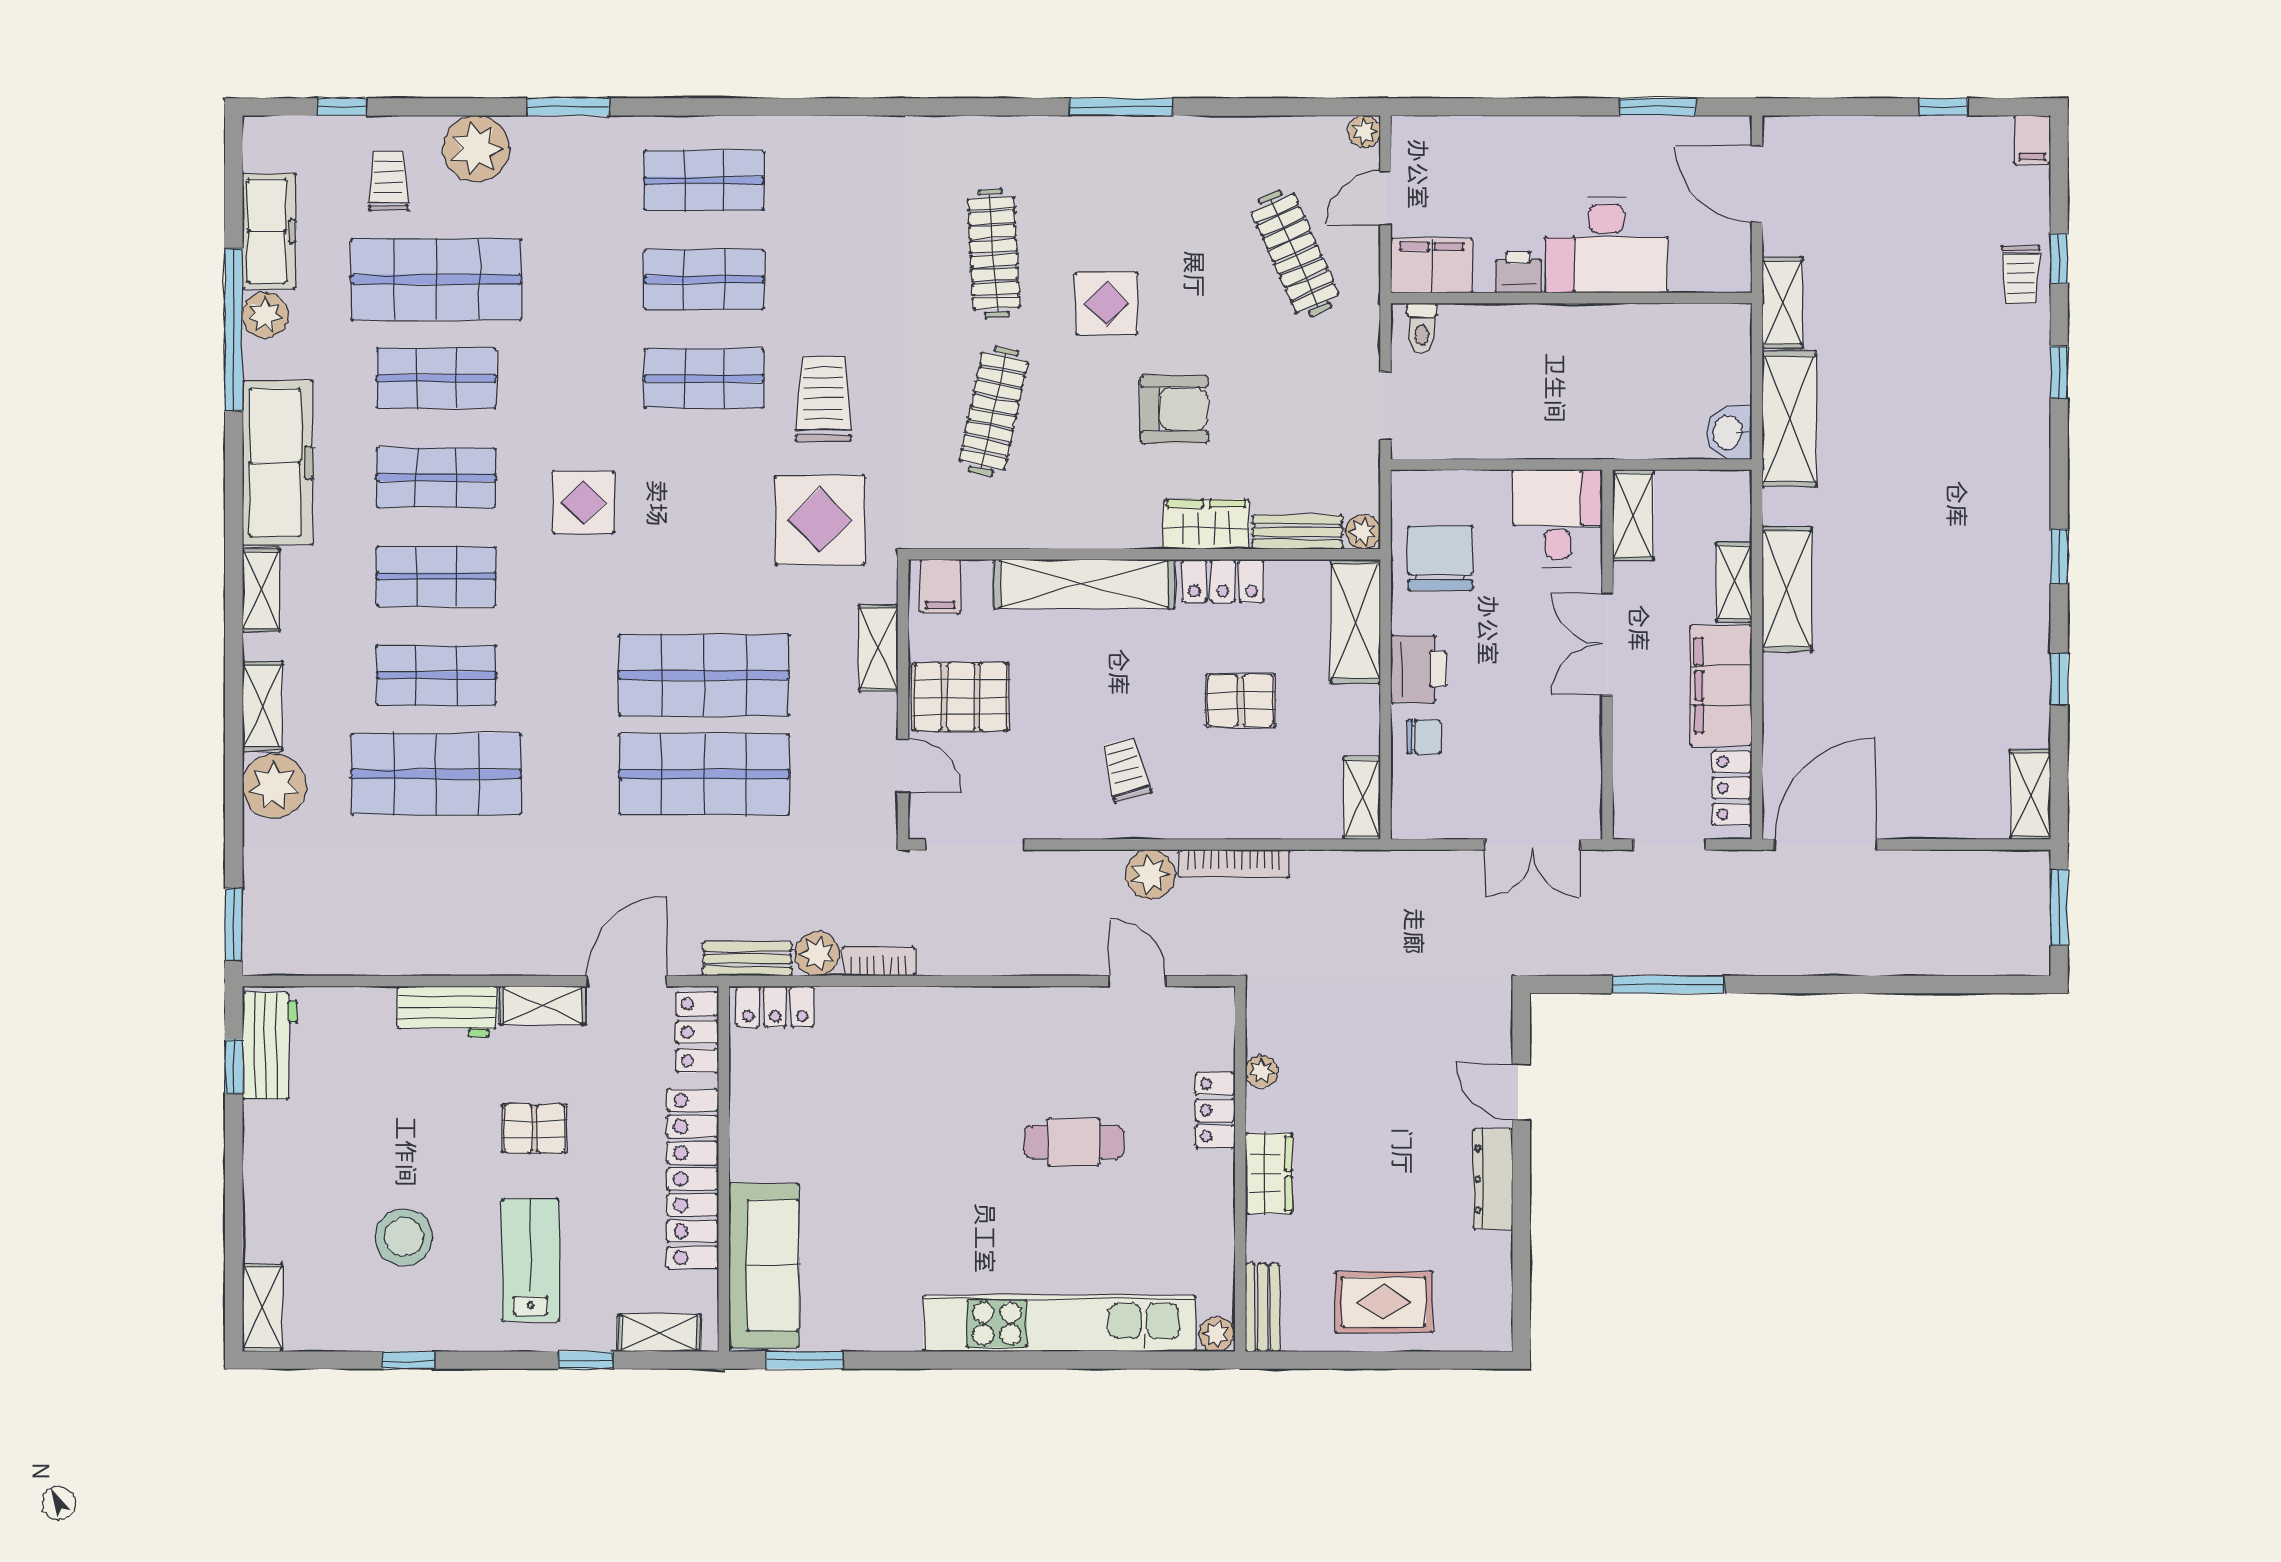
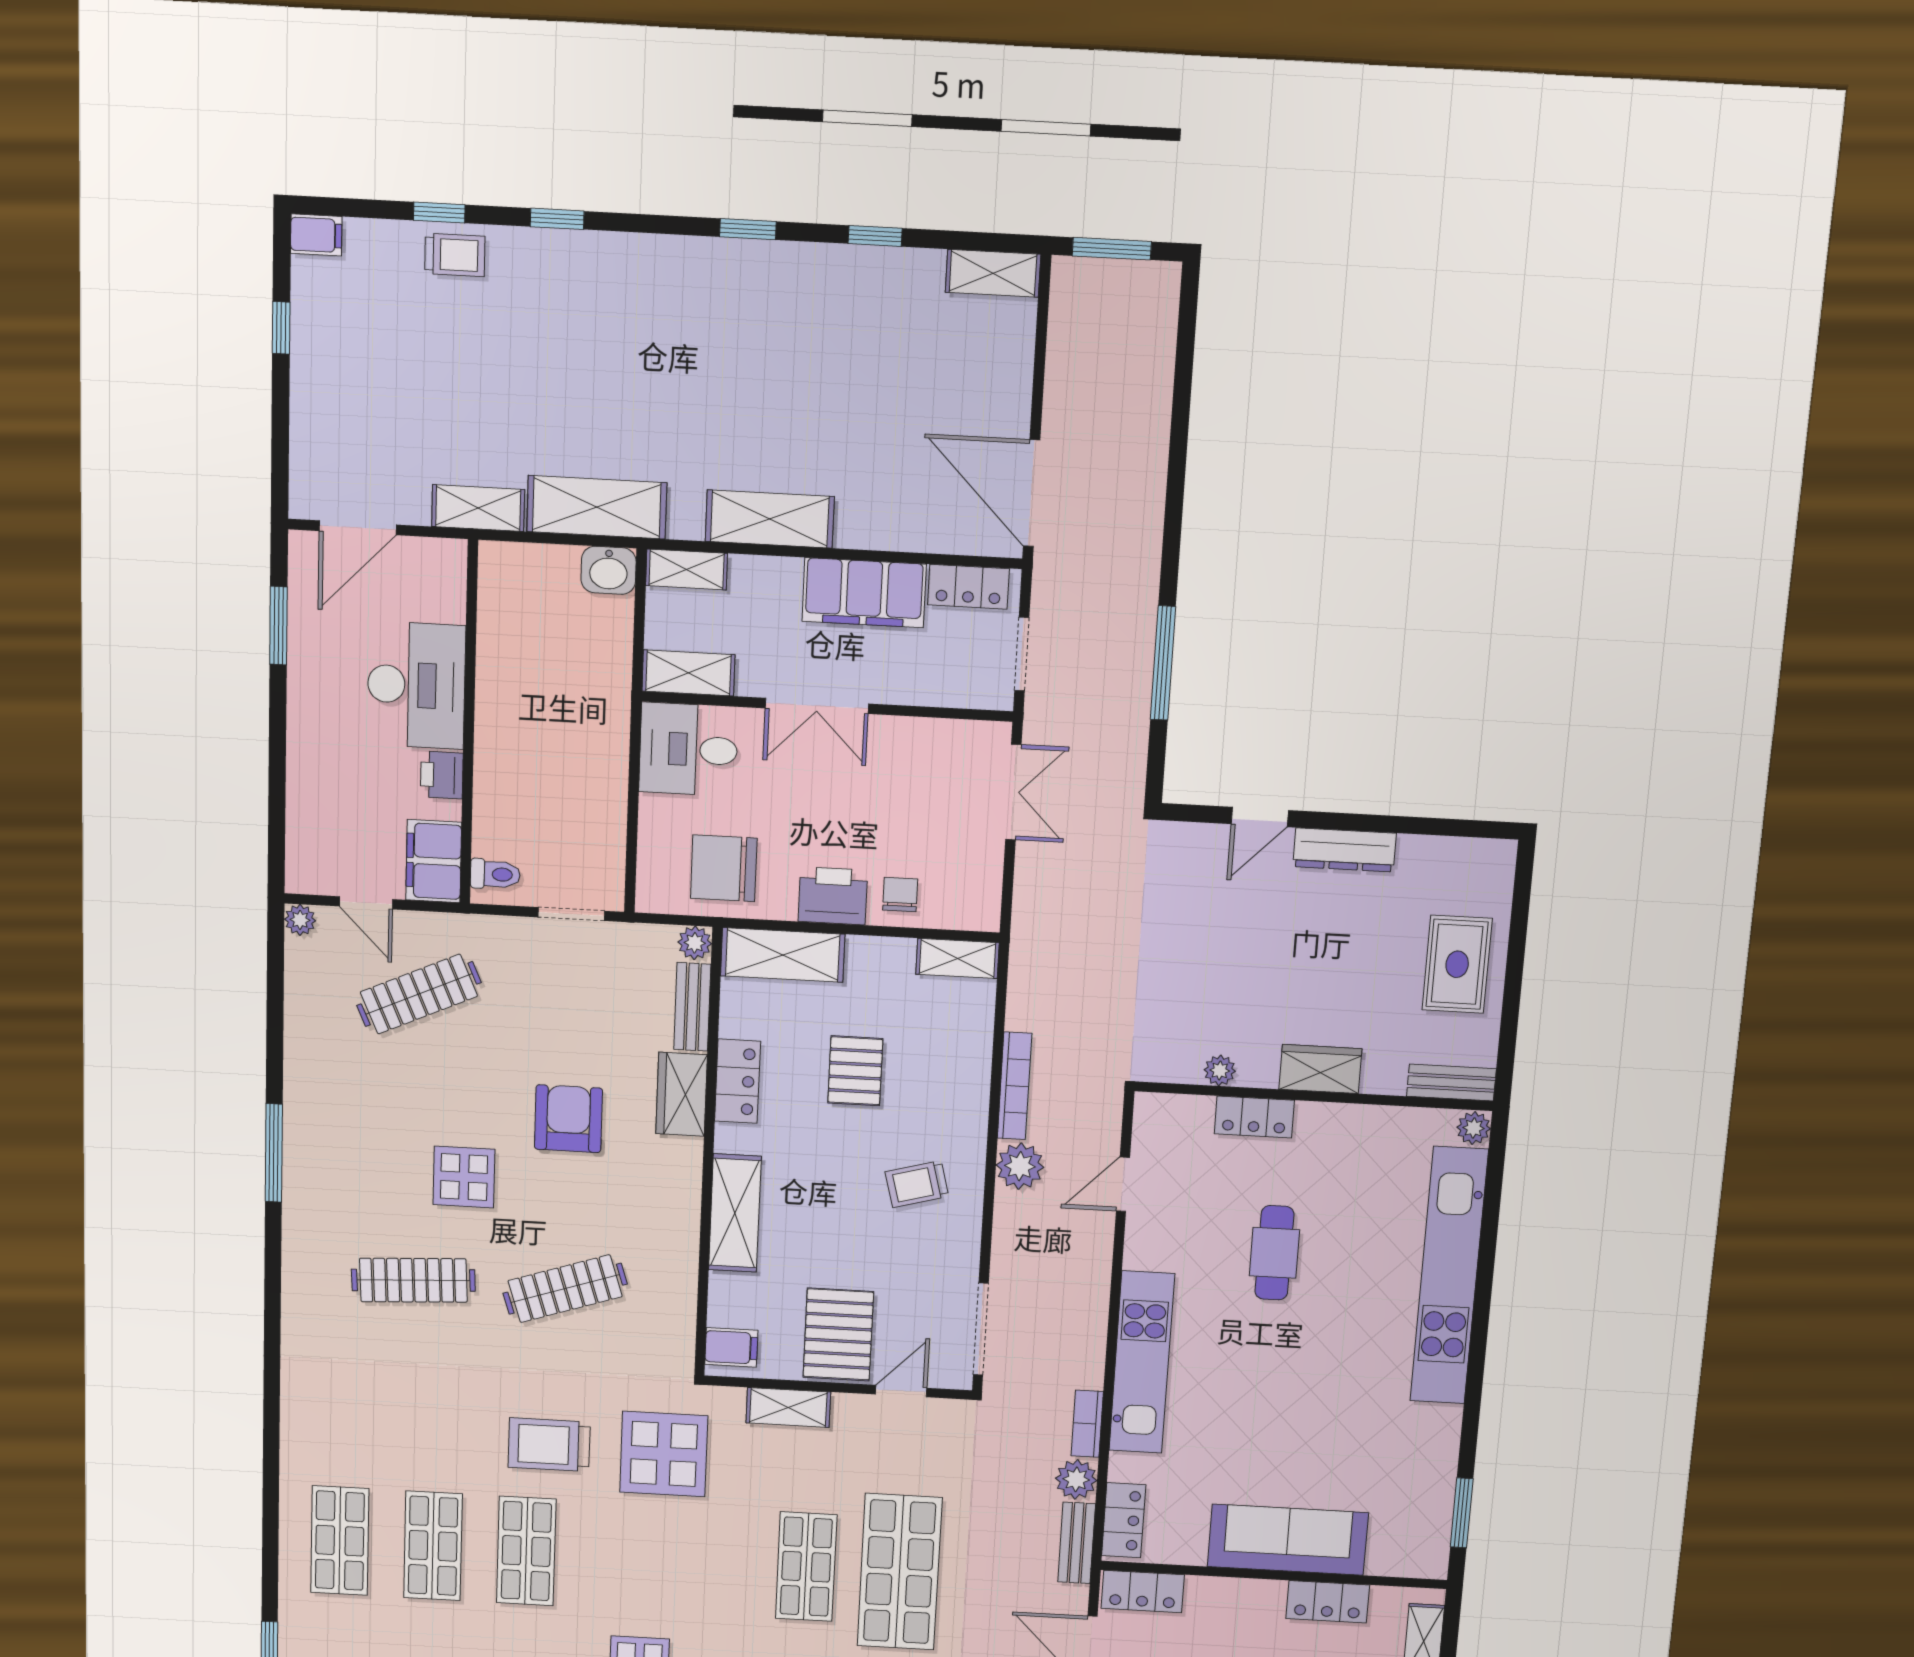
clothes rail: (994, 411) -> (565, 1289), turned -30
shelving: (1734, 582) -> (686, 569), moved
shelving: (1084, 584) -> (735, 1213), width x0.68
shop shelf: (704, 675) -> (806, 1567), width x0.70, depth x0.74
kitchen unit: (949, 1014) -> (1142, 1362), added
locker: (693, 1179) -> (1328, 1602), width x0.46, depth x0.83
sofa: (764, 1266) -> (1288, 1540), moved

